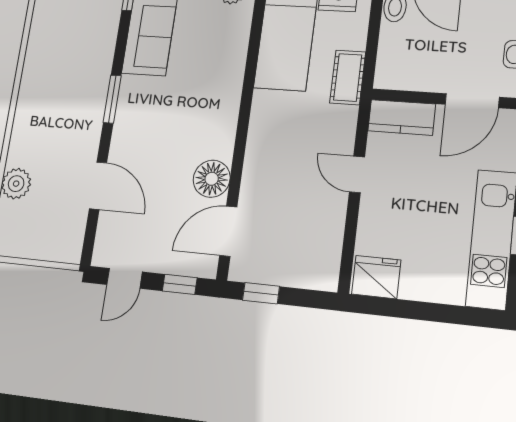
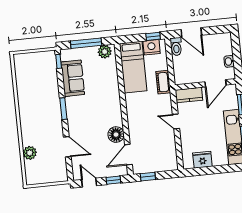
fridge: (376, 277) -> (202, 160), moved
door: (124, 278) -> (89, 183), swing flipped

